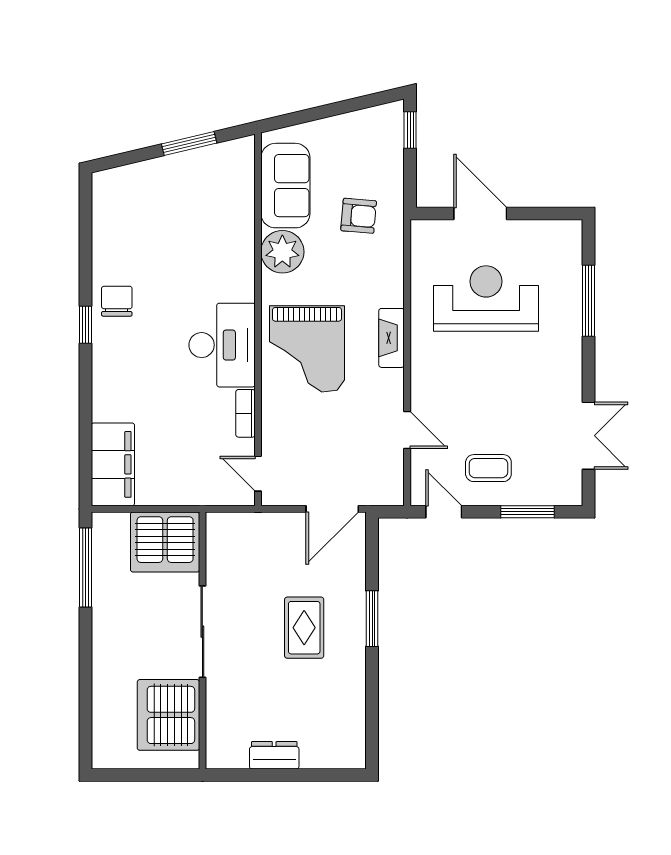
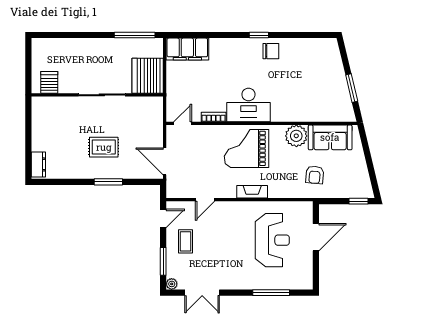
plant: (572, 495) -> (172, 284), added
server rack: (168, 715) -> (49, 82), width x0.46, depth x0.70
dresser: (274, 755) -> (38, 164), moved

